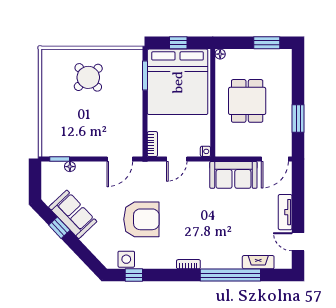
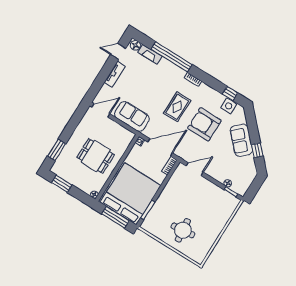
window: (178, 43) -> (115, 217), width x2.17
round table: (88, 77) -> (183, 230), turned 37
dining table: (247, 101) -> (96, 156), turned 90
window: (298, 118) -> (57, 150), moved
door: (177, 159) -> (160, 148), width x1.87
sofa: (73, 214) -> (241, 140), moved
rug: (187, 220) -> (177, 107), added
door: (298, 242) -> (118, 52), swing flipped
floor lamp: (282, 262) -> (135, 45), added

